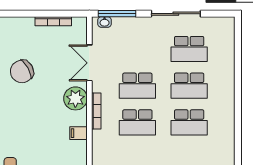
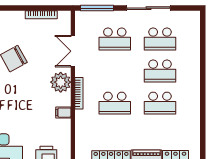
washbasin: (105, 22) -> (86, 15), removed
school desk: (137, 86) -> (115, 39), moved

